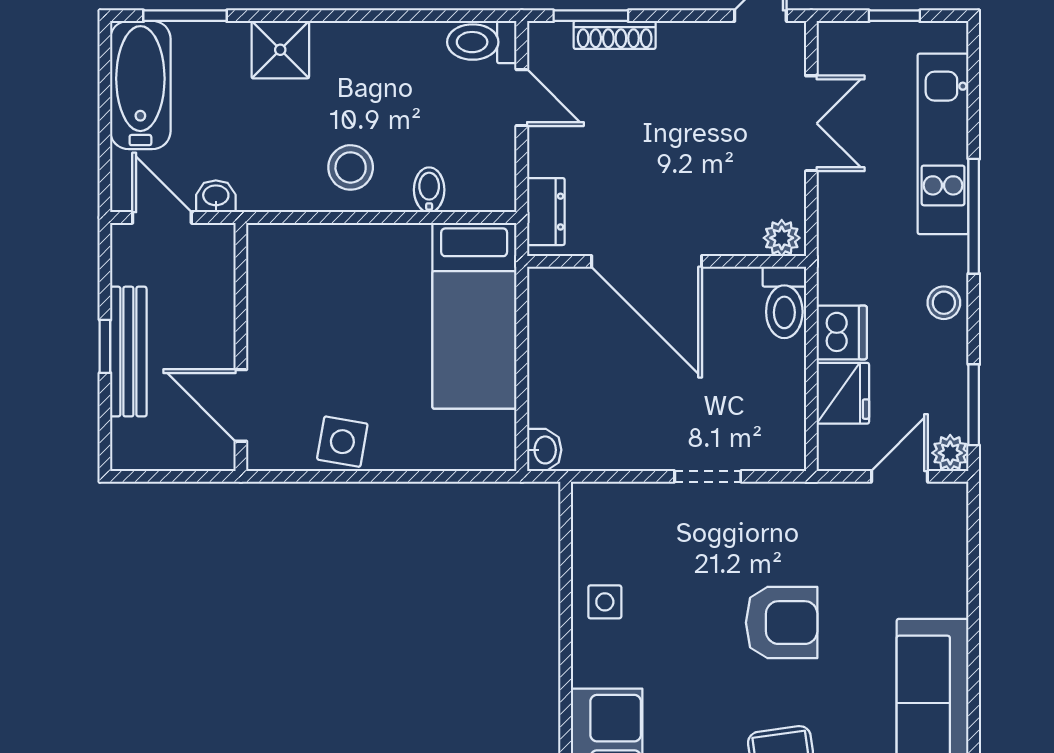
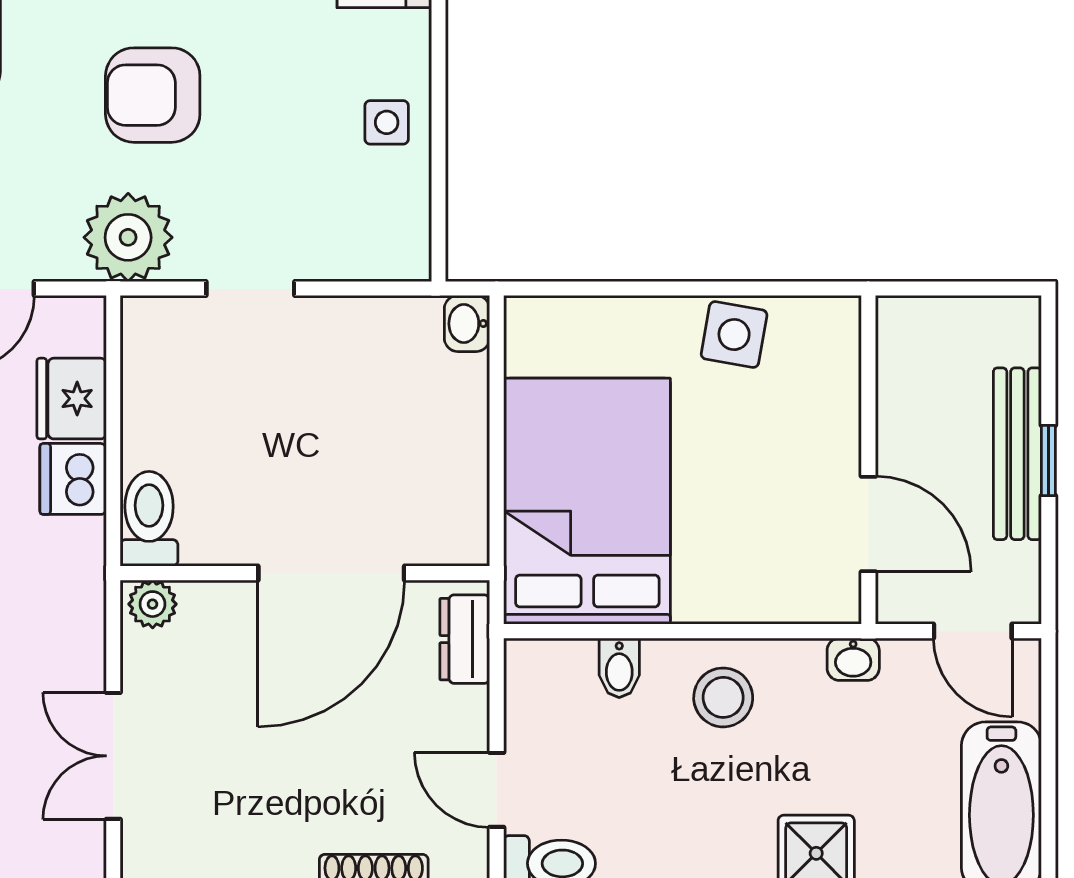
washbasin: (216, 196) -> (853, 659), moved
door: (647, 261) -> (331, 573), swing flipped
bed: (474, 316) -> (587, 501), width x1.50
door: (241, 405) -> (868, 524), moved
plant: (800, 515) -> (128, 237), added

